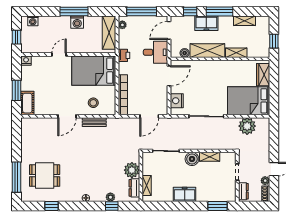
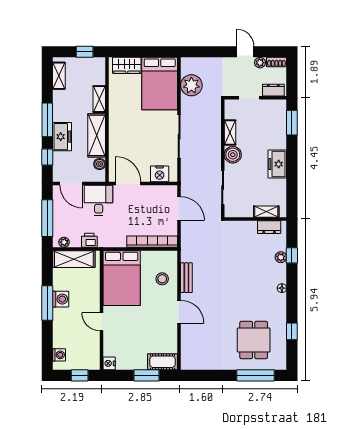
shelving: (245, 21) -> (59, 76), moved
printer: (124, 55) -> (89, 240), moved
plant: (132, 170) -> (247, 230), removed

